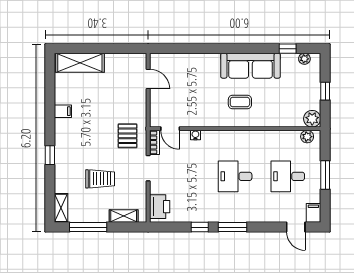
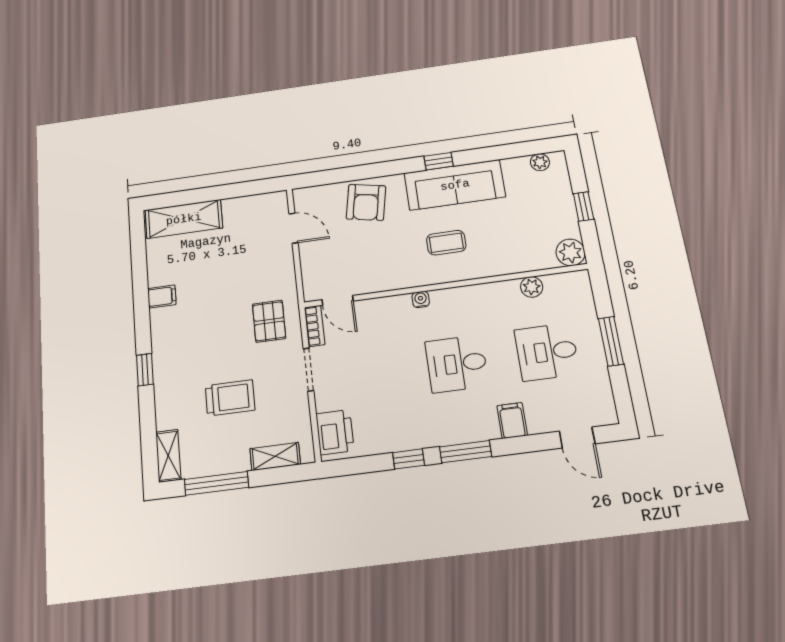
window: (288, 49) -> (439, 161), moved
armchair: (195, 69) -> (366, 202), added
water cooler: (195, 135) -> (421, 299), moved
plant: (307, 137) -> (532, 287), moved
filing cabinet: (313, 213) -> (512, 420), moved

